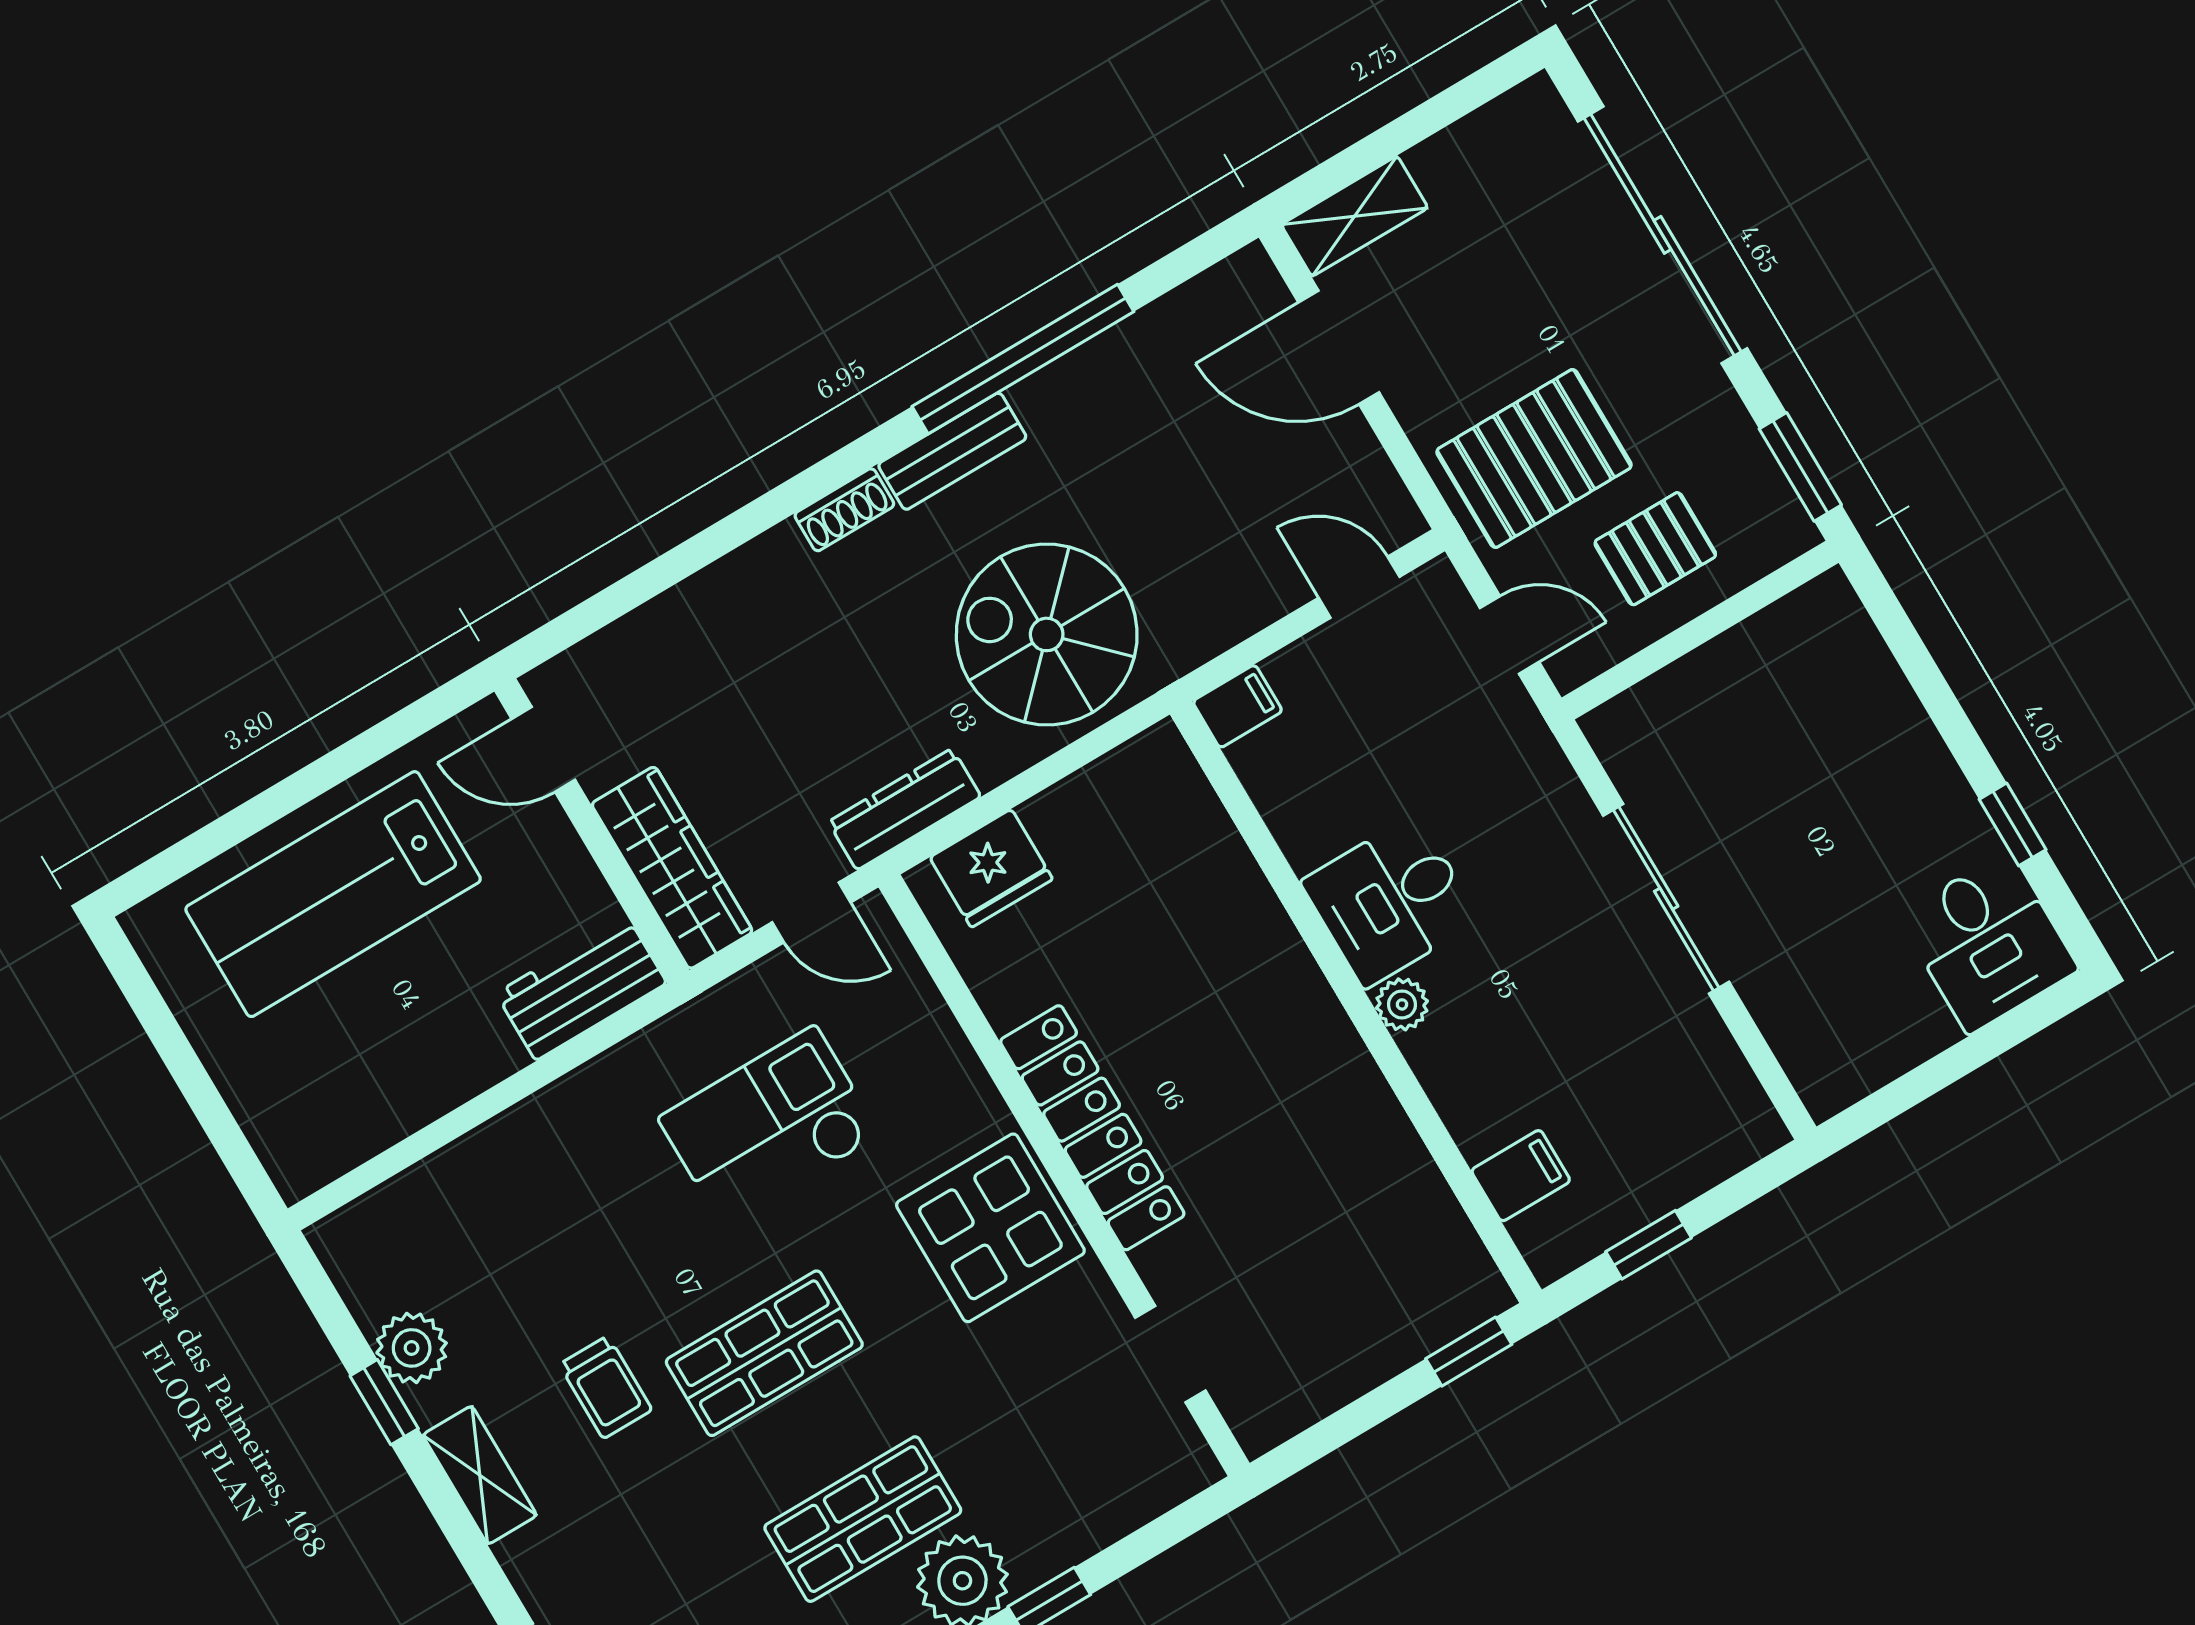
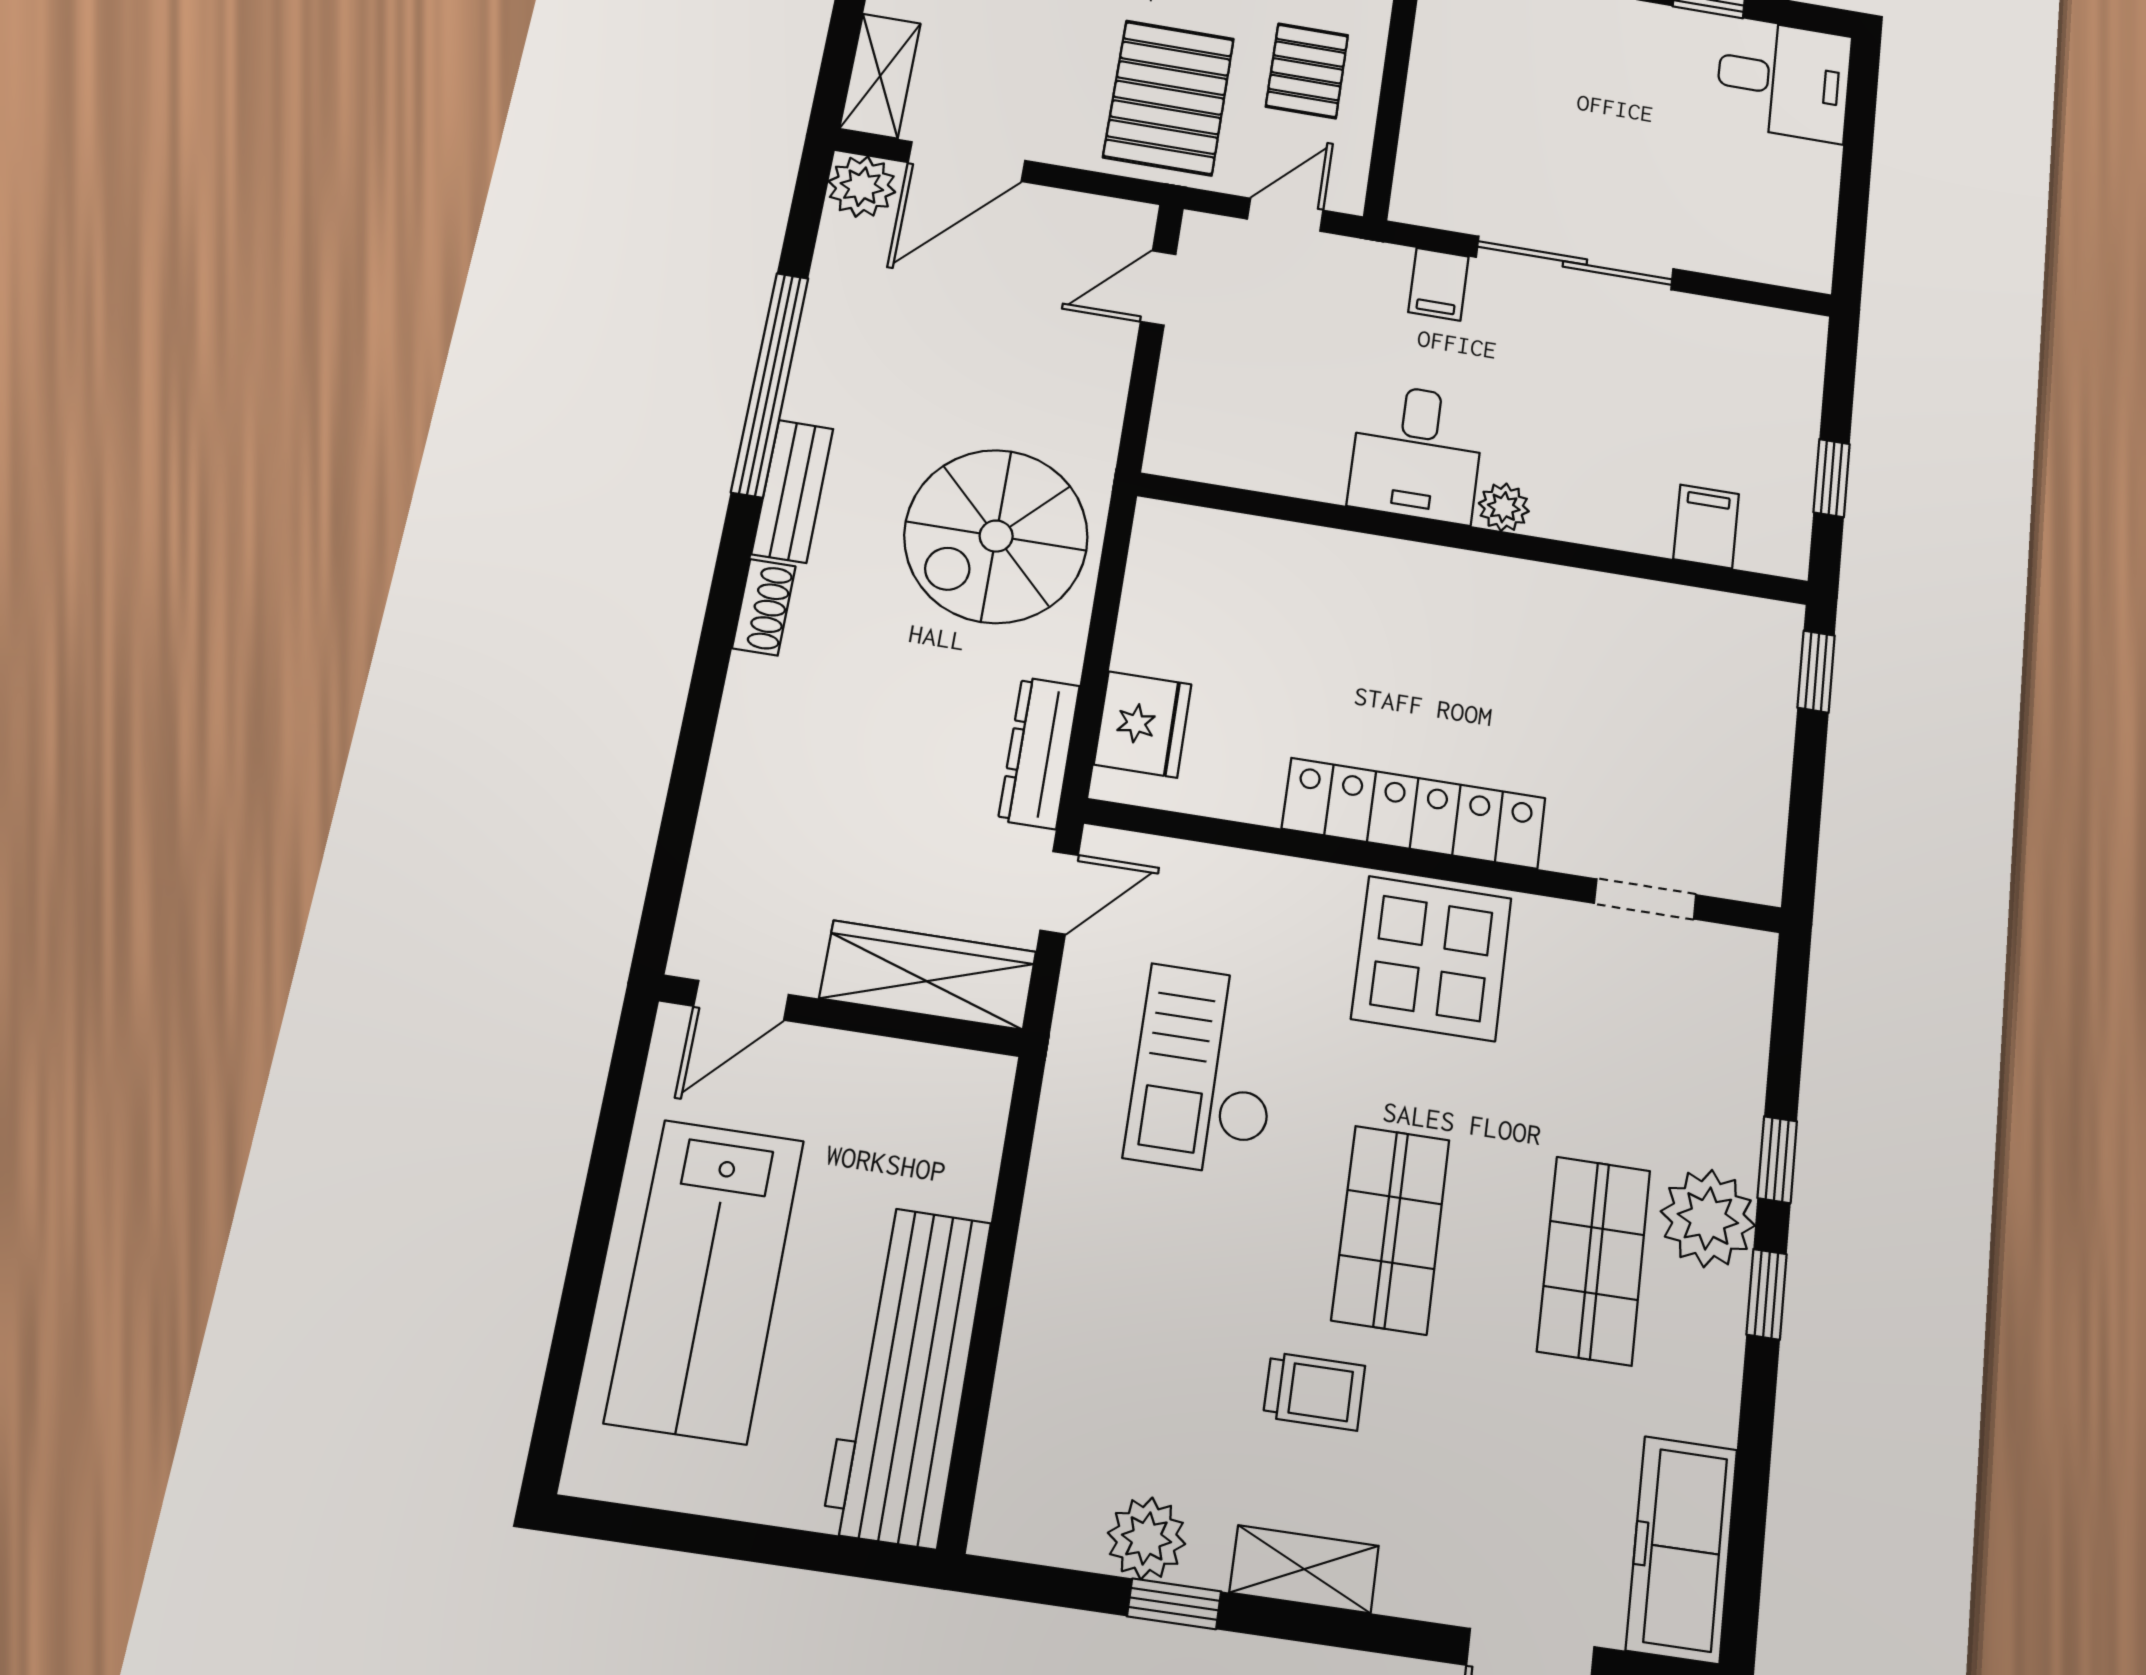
plant: (1247, 285) -> (862, 187), added
filing cabinet: (1237, 706) -> (1438, 284), moved, turned 180
workbench: (581, 988) -> (907, 1375), moved, width x1.88, depth x1.32

